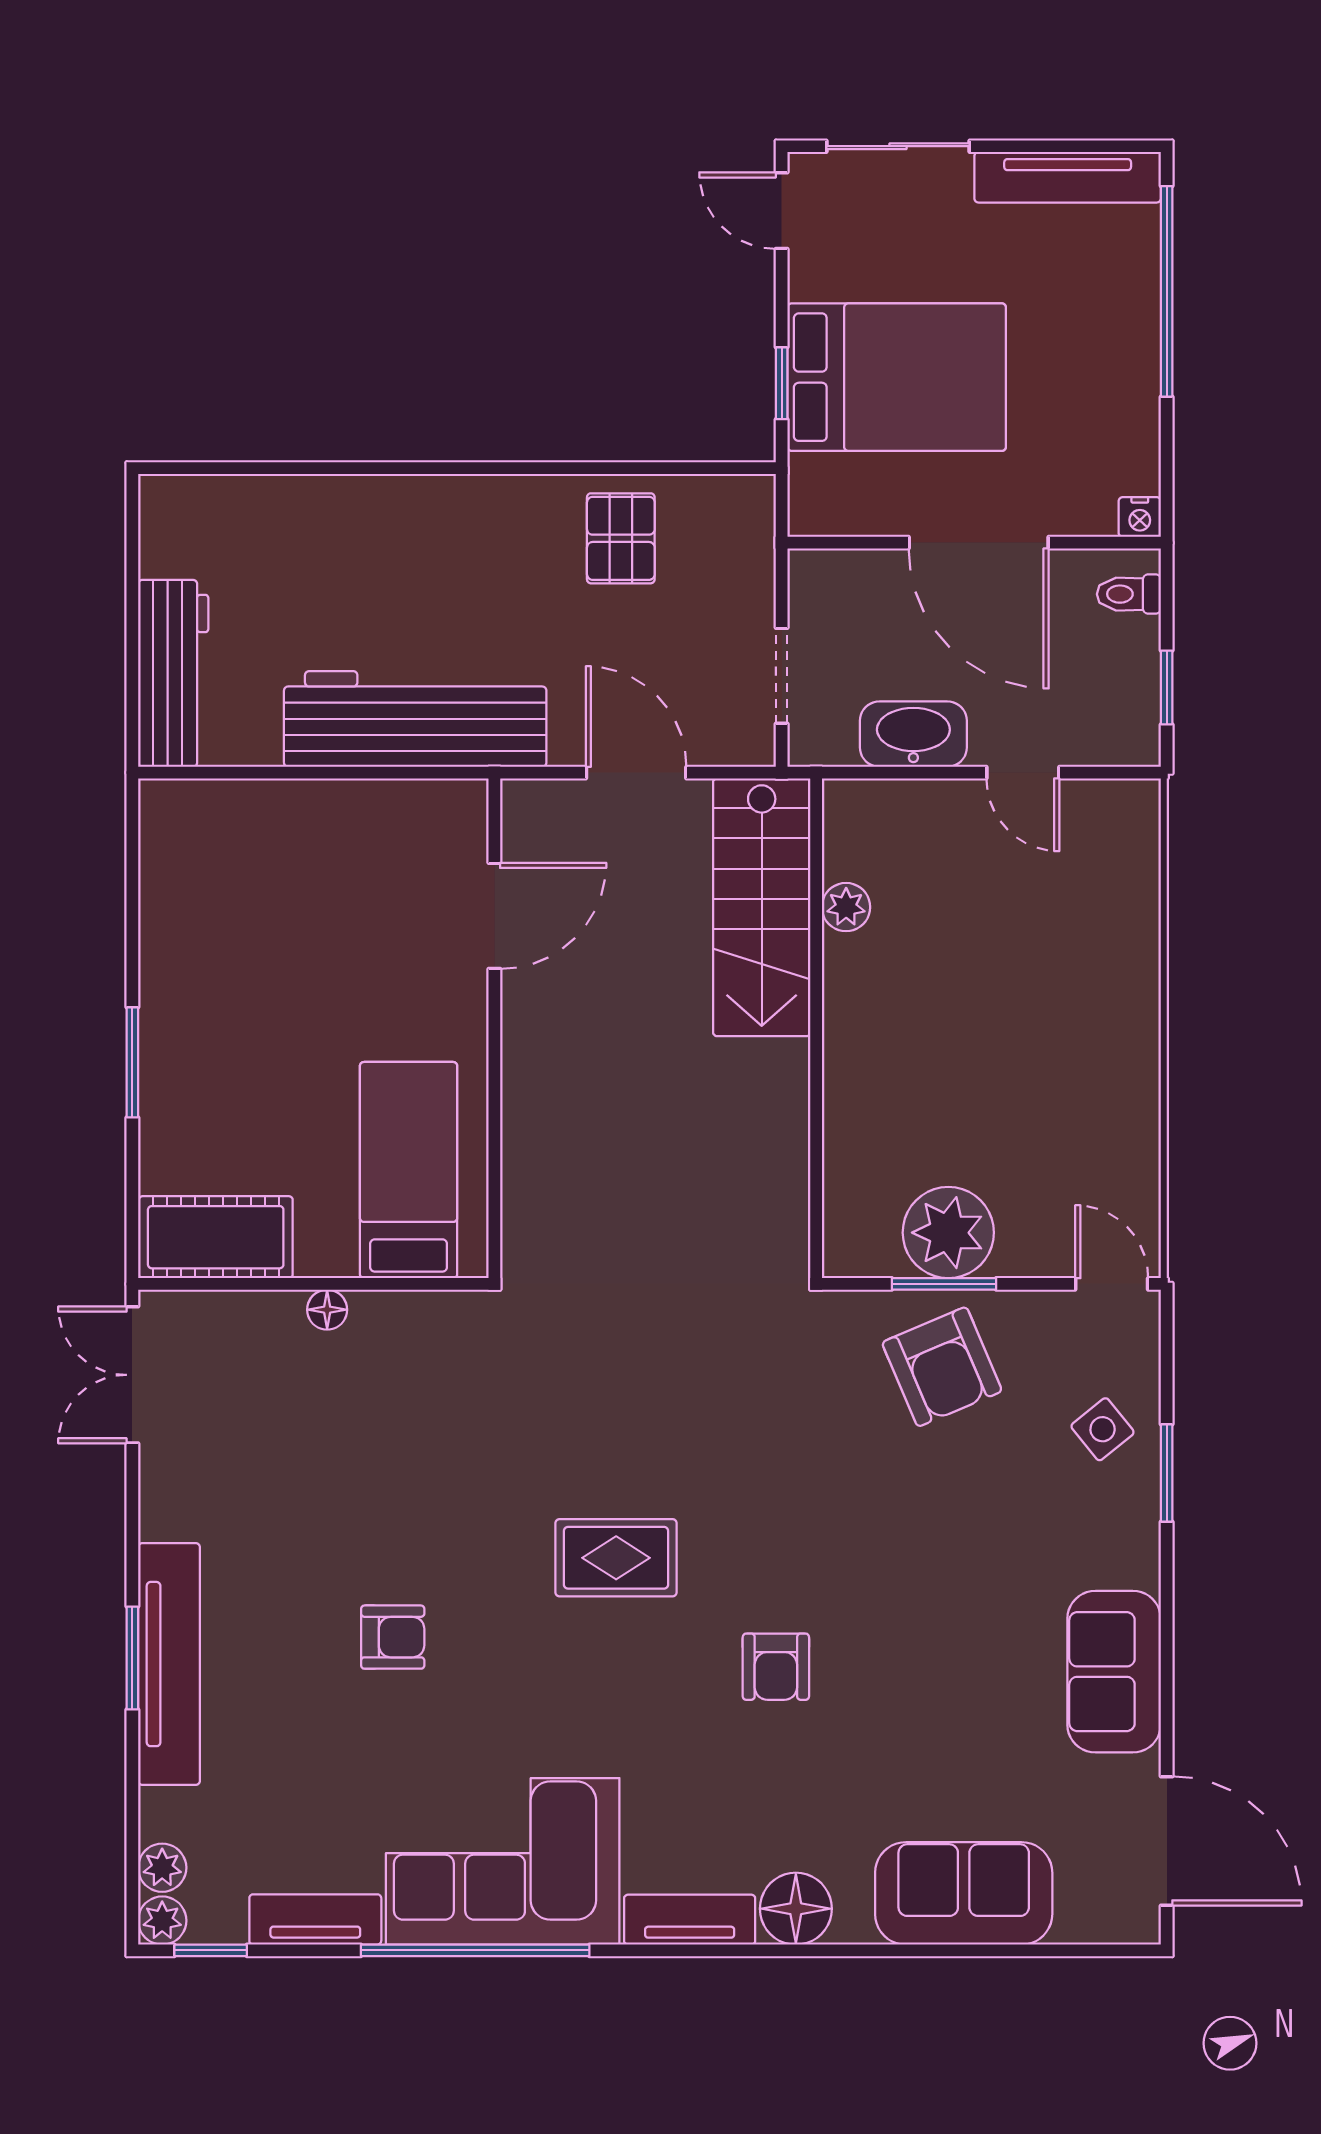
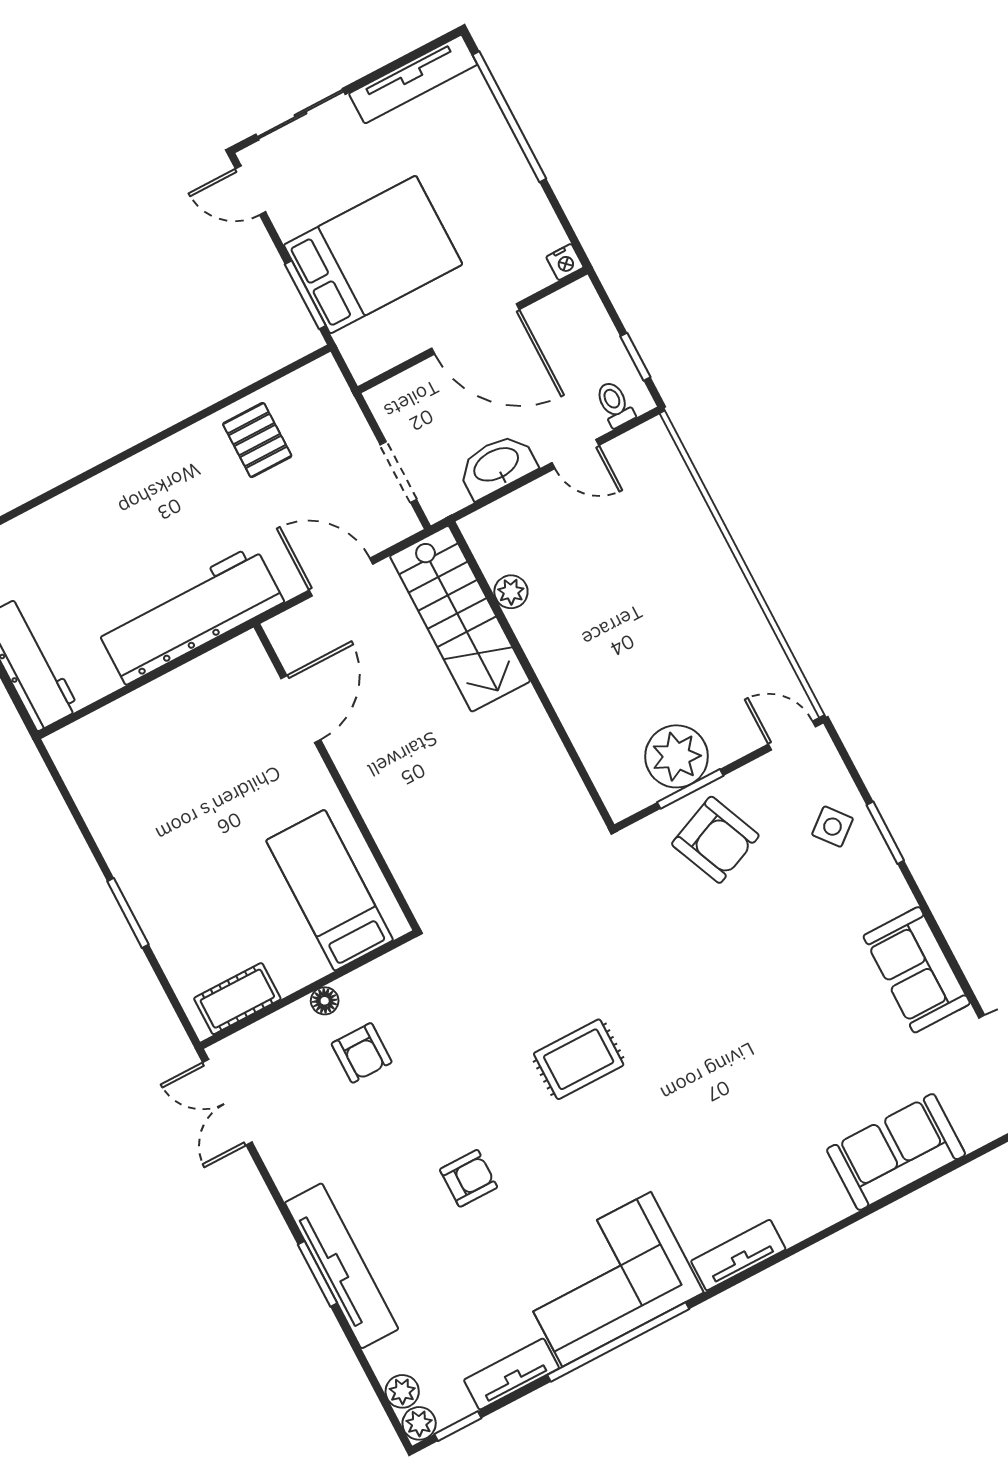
window: (782, 383) -> (305, 295), width x1.50
toilet: (1129, 594) -> (615, 404), moved, turned 90
cot: (216, 1237) -> (237, 999), width x0.73, depth x0.75
armchair: (776, 1667) -> (362, 1053), moved
floor lamp: (796, 1909) -> (799, 1215), removed

